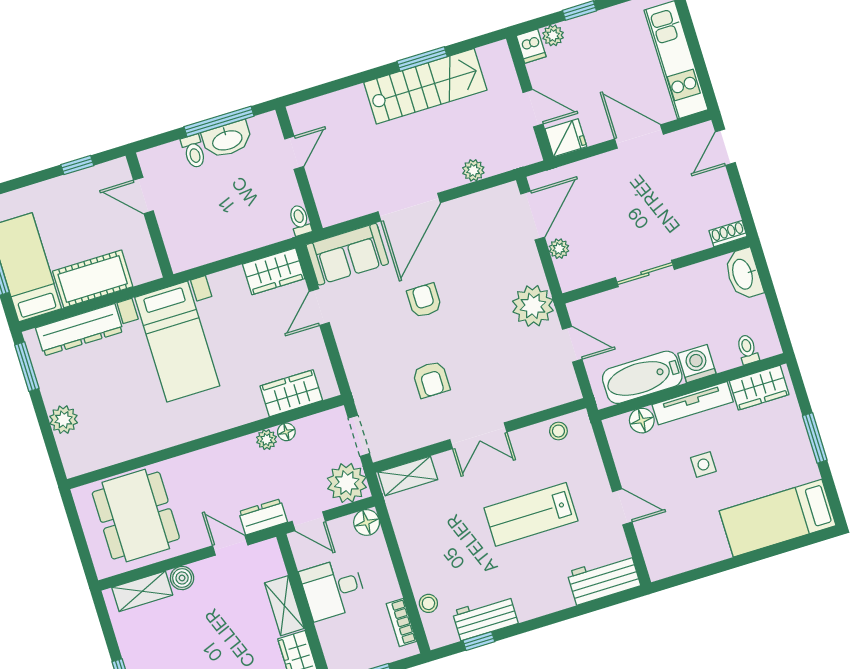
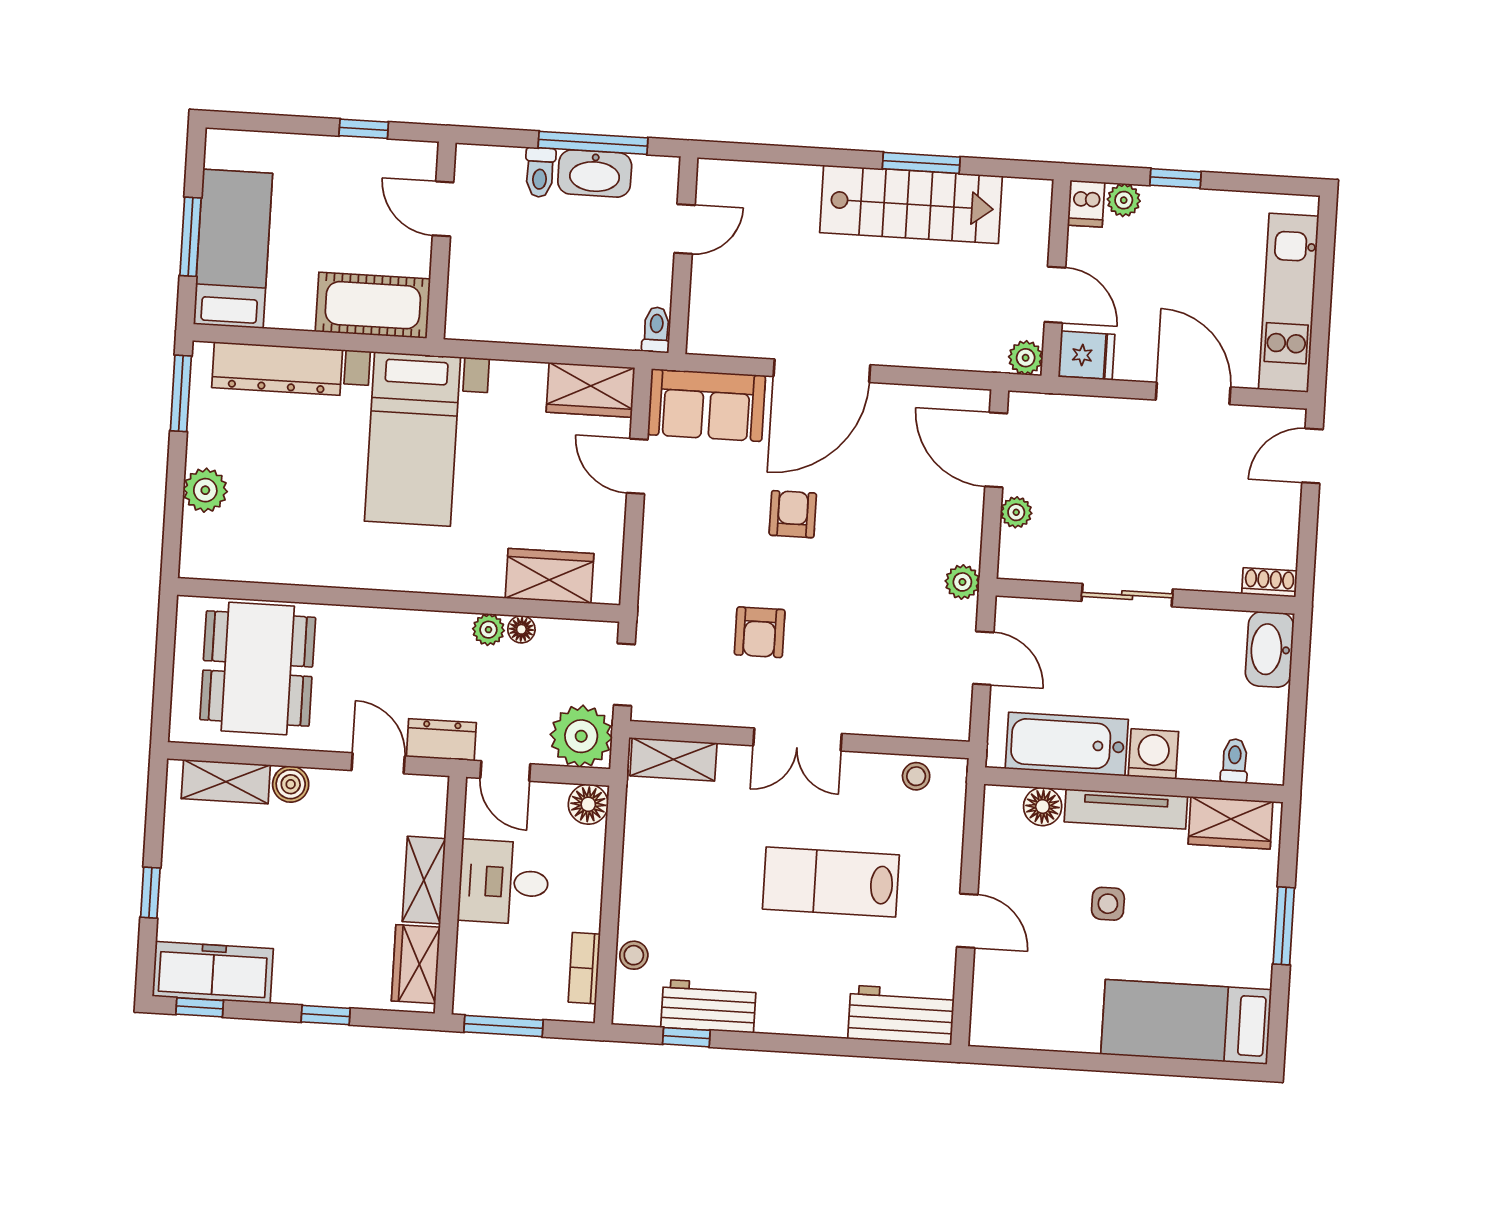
plant: (473, 170) -> (1026, 358), moved
door: (533, 216) -> (996, 450), swing flipped
cot: (93, 279) -> (373, 305), moved
plant: (533, 306) -> (962, 582), width x0.53, depth x0.53
door: (319, 307) -> (637, 466), hinge flipped

